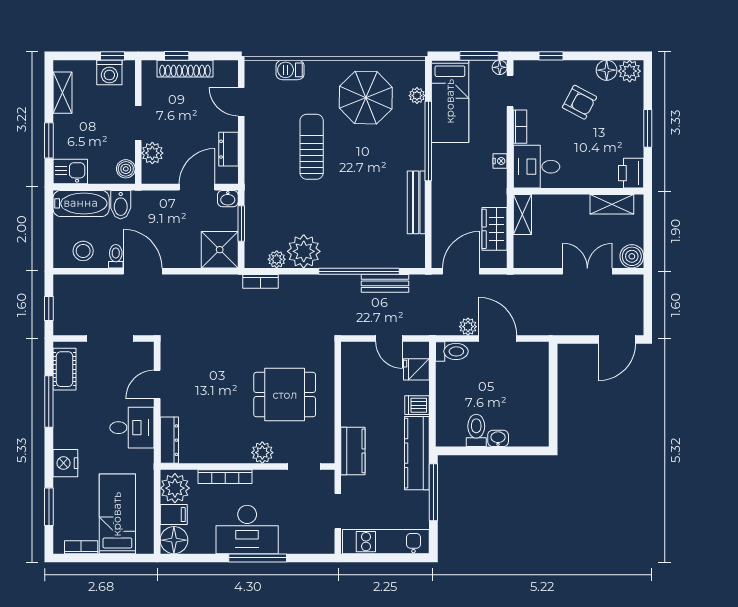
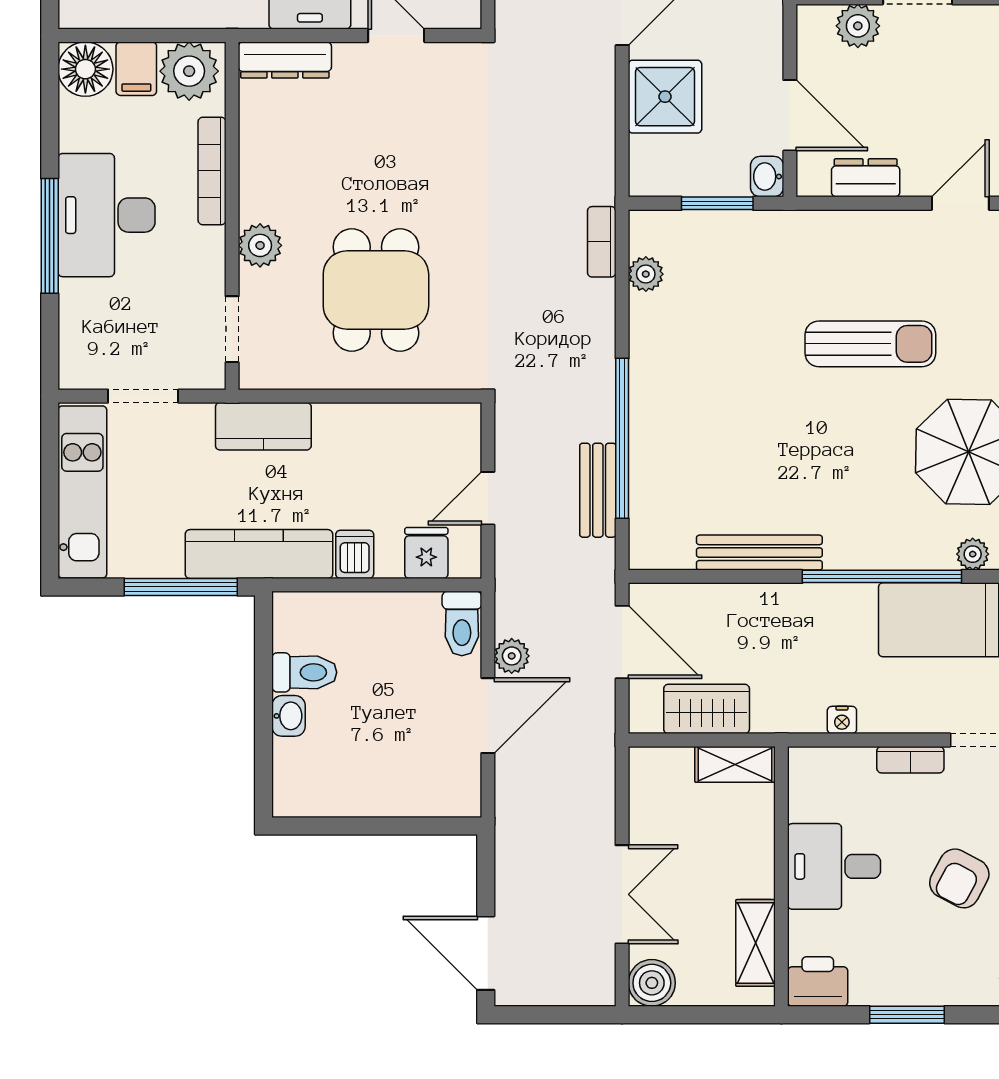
desk: (536, 167) -> (834, 866), moved, turned -90
shower: (220, 250) -> (665, 97), moved
plant: (304, 251) -> (662, 328), removed

